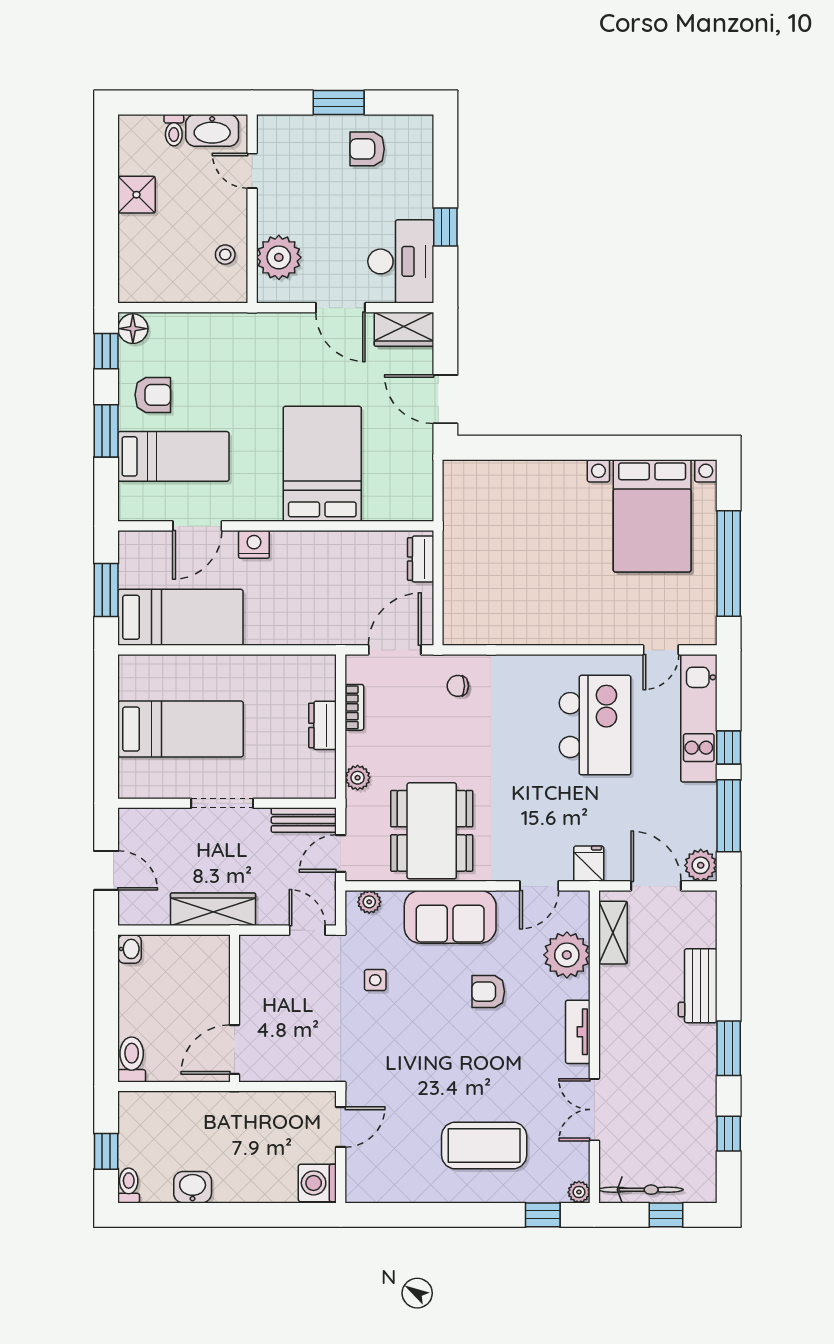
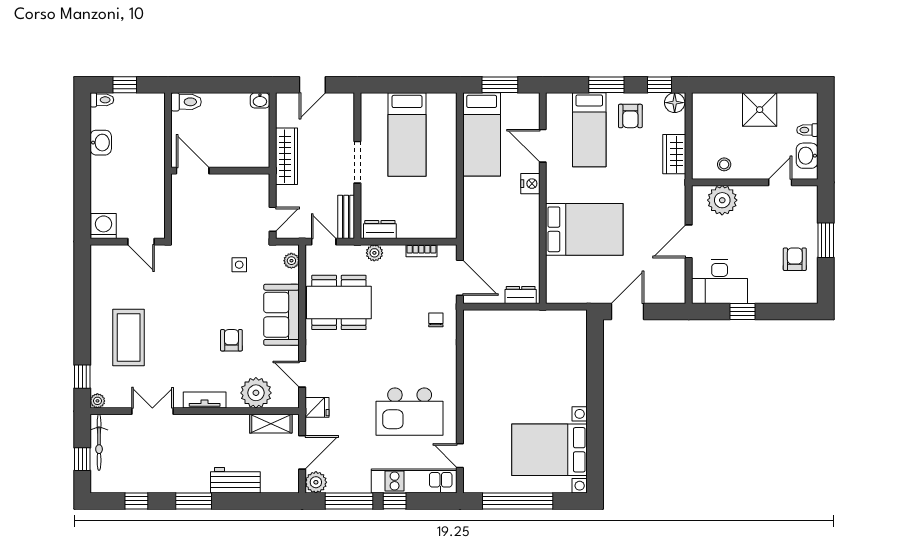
washbasin: (212, 130) -> (807, 156), width x0.72
shower: (136, 195) -> (760, 110), width x1.36, depth x1.36
wardrobe: (404, 329) -> (674, 154), moved
dresser: (323, 725) -> (380, 229), moved

